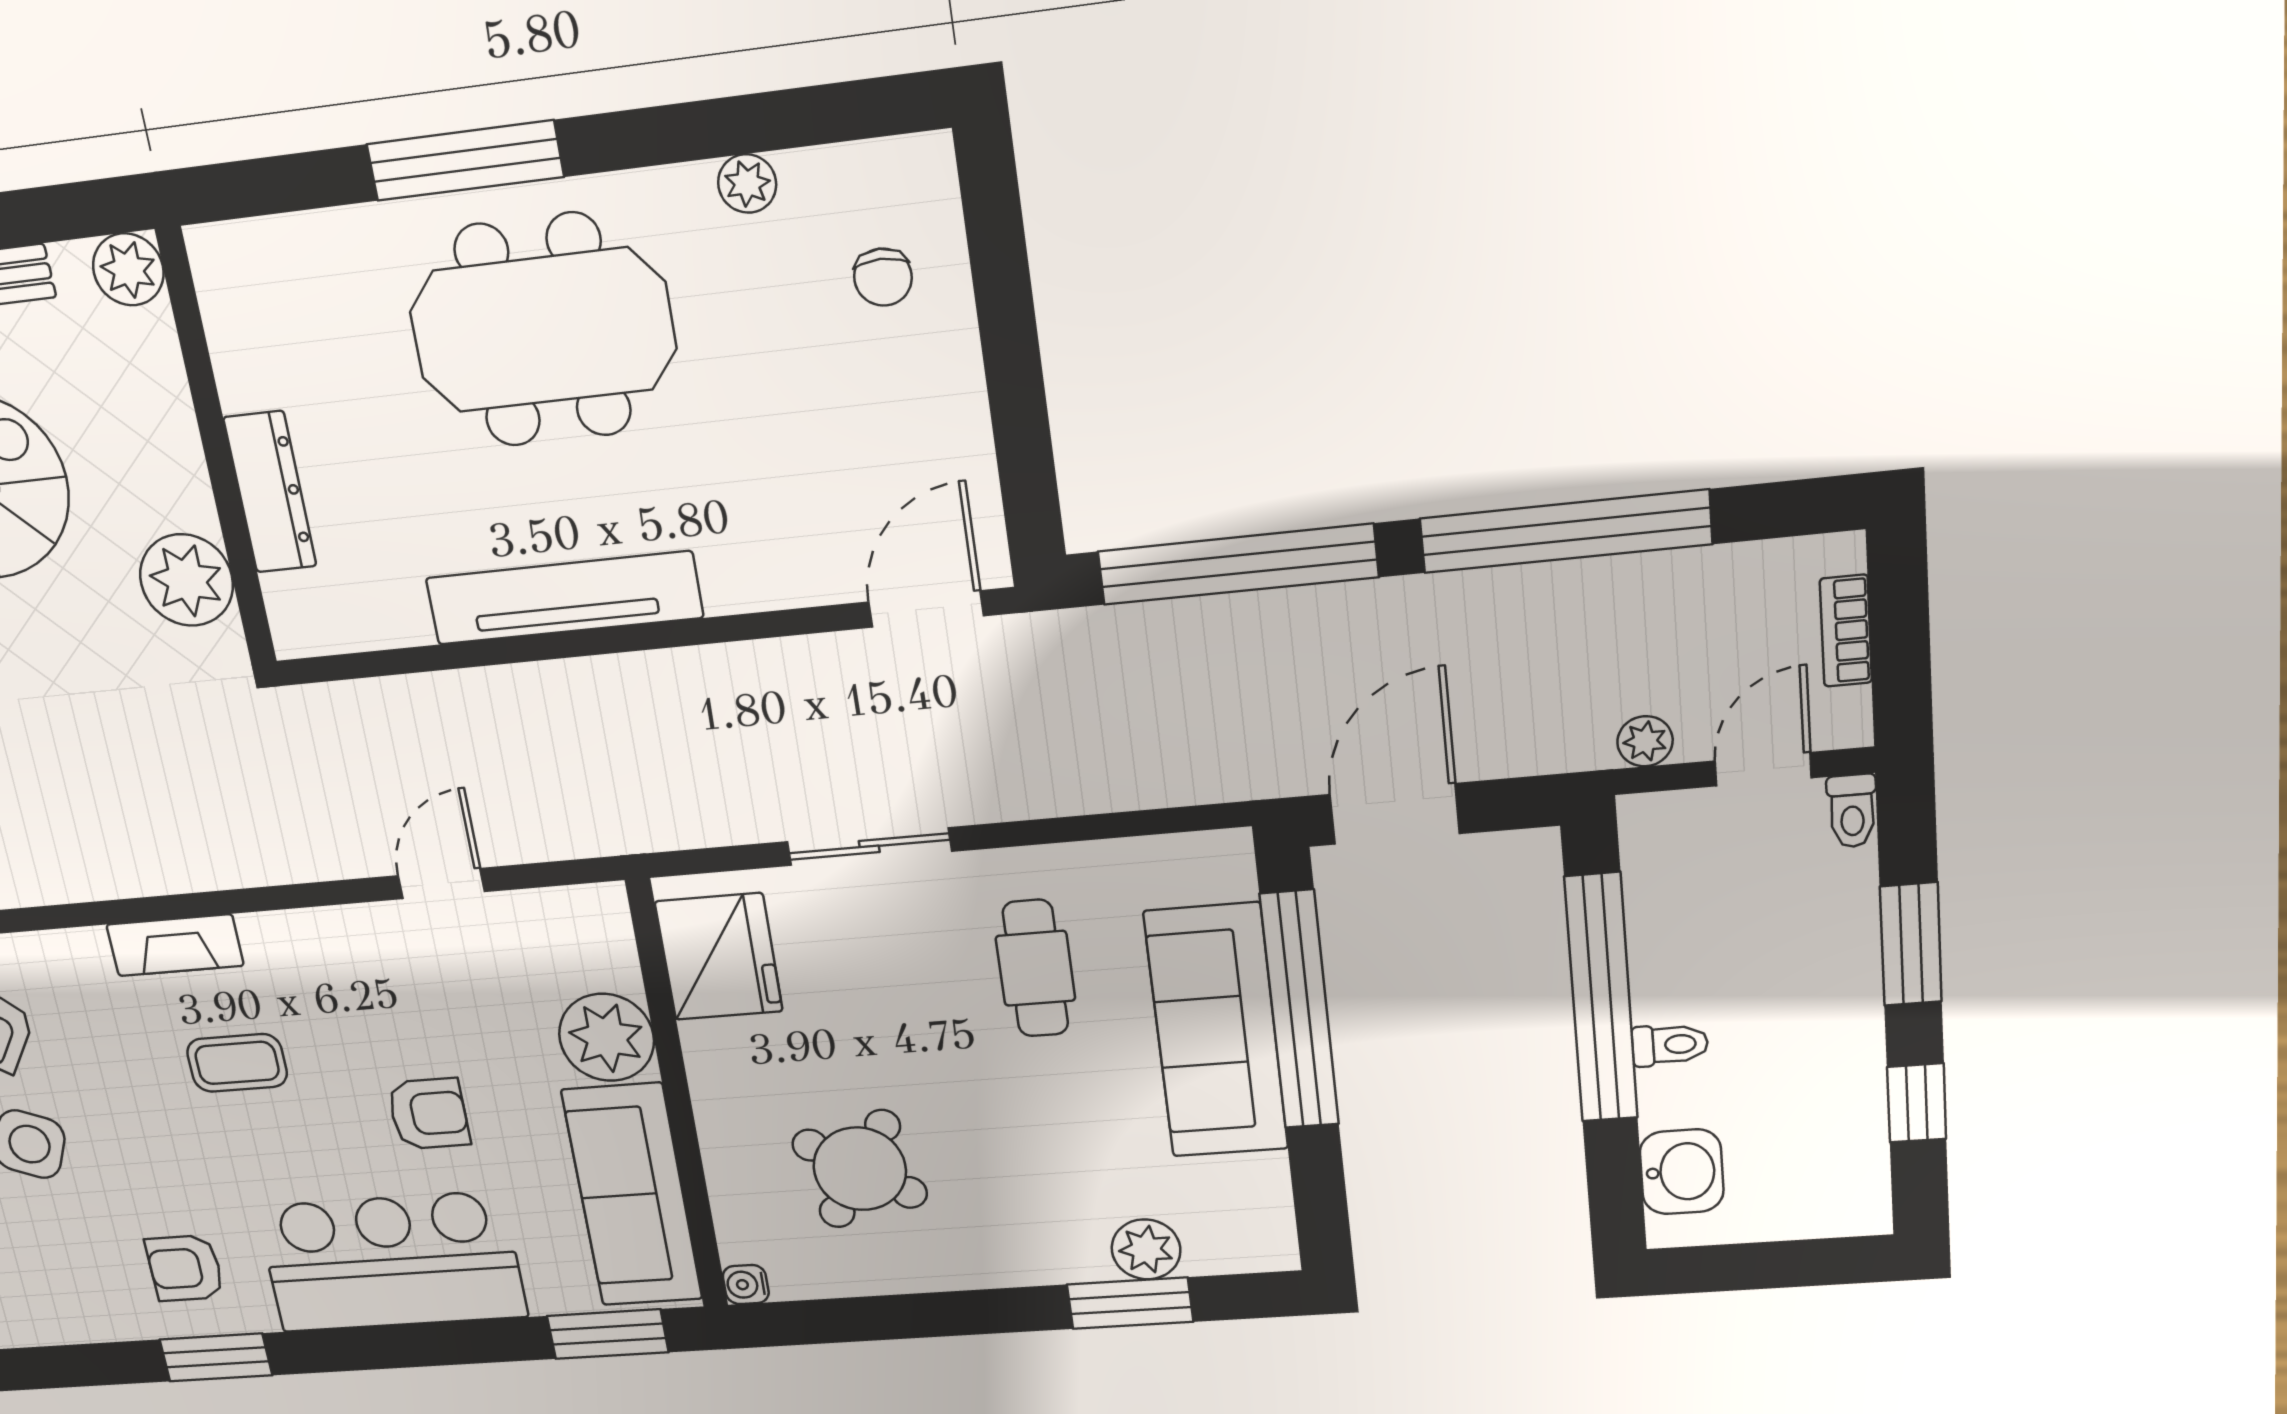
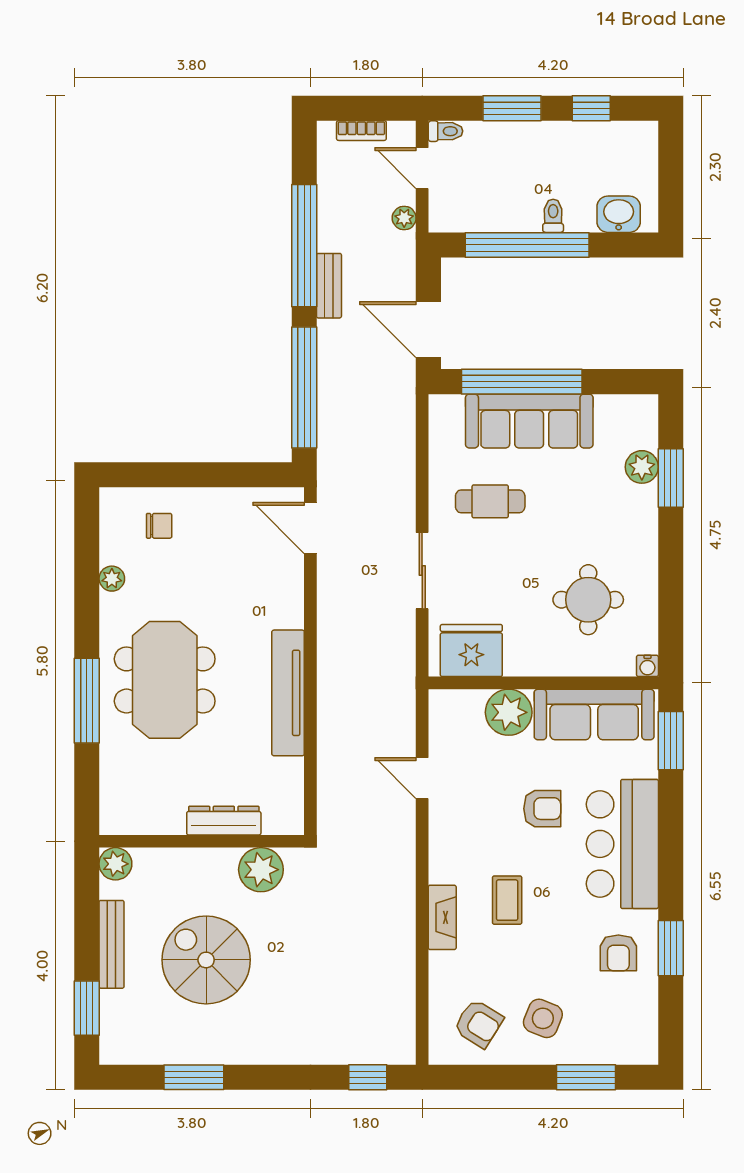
bench: (1476, 595) -> (329, 286), added
armchair: (429, 1114) -> (542, 809), turned 90
round table: (860, 1169) -> (588, 600), turned -33

